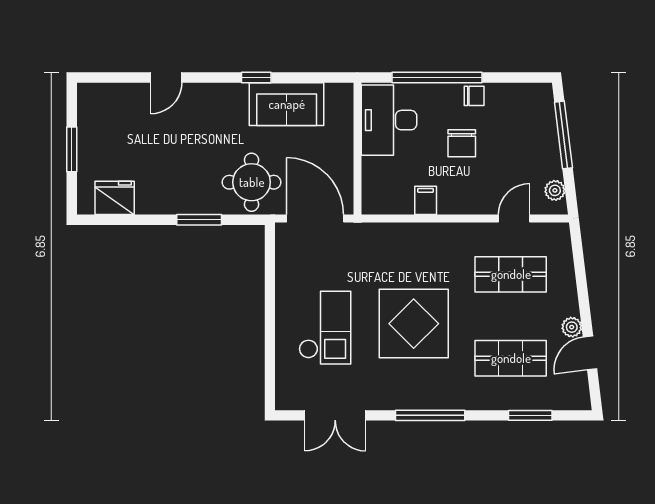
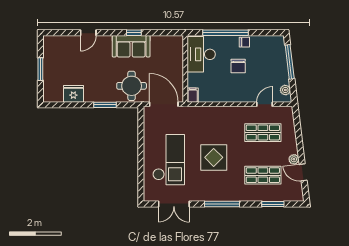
sofa: (287, 104) -> (131, 46), moved
fridge: (115, 198) -> (73, 94), moved
filing cabinet: (426, 200) -> (193, 95), moved
display table: (414, 324) -> (214, 157), width x0.73, depth x0.73
checkout: (325, 328) -> (169, 160), width x1.36, depth x1.21
door: (590, 353) -> (303, 172), hinge flipped

